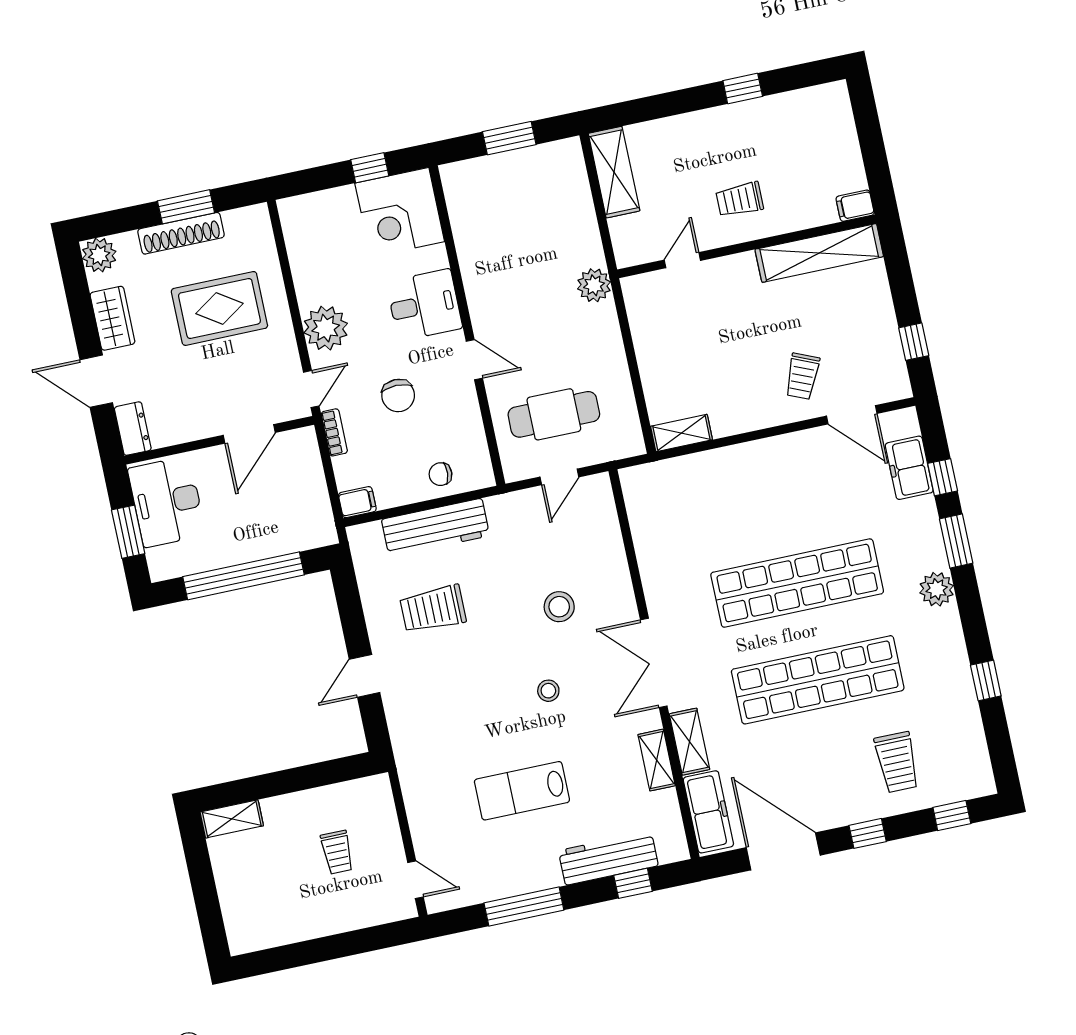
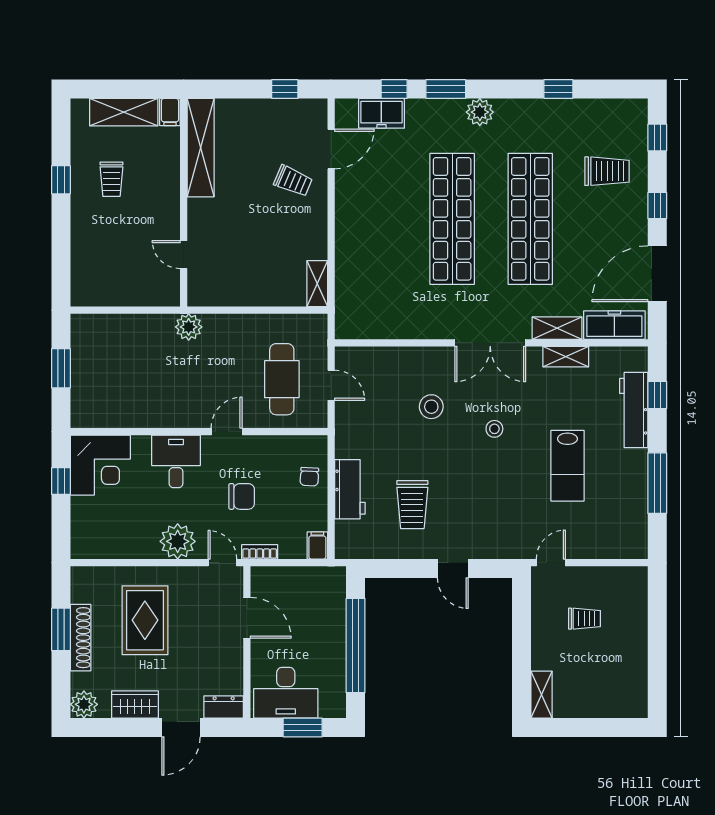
shelving: (614, 172) -> (124, 112), moved
trolley: (740, 200) -> (111, 179), moved
workbench: (435, 528) -> (350, 489), width x0.73
door: (415, 880) -> (551, 563), moved

